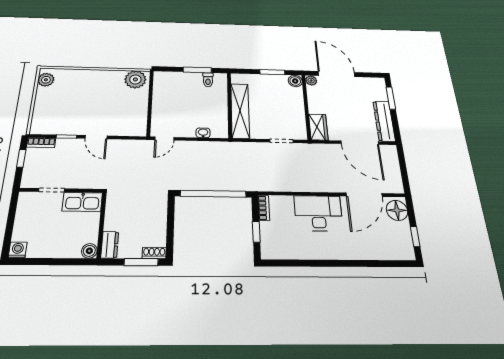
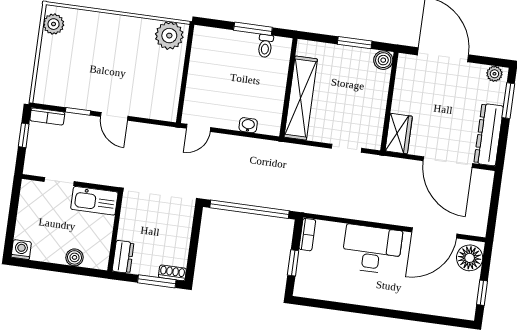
plant: (311, 80) -> (494, 74), moved
boiler: (89, 251) -> (75, 257), moved

